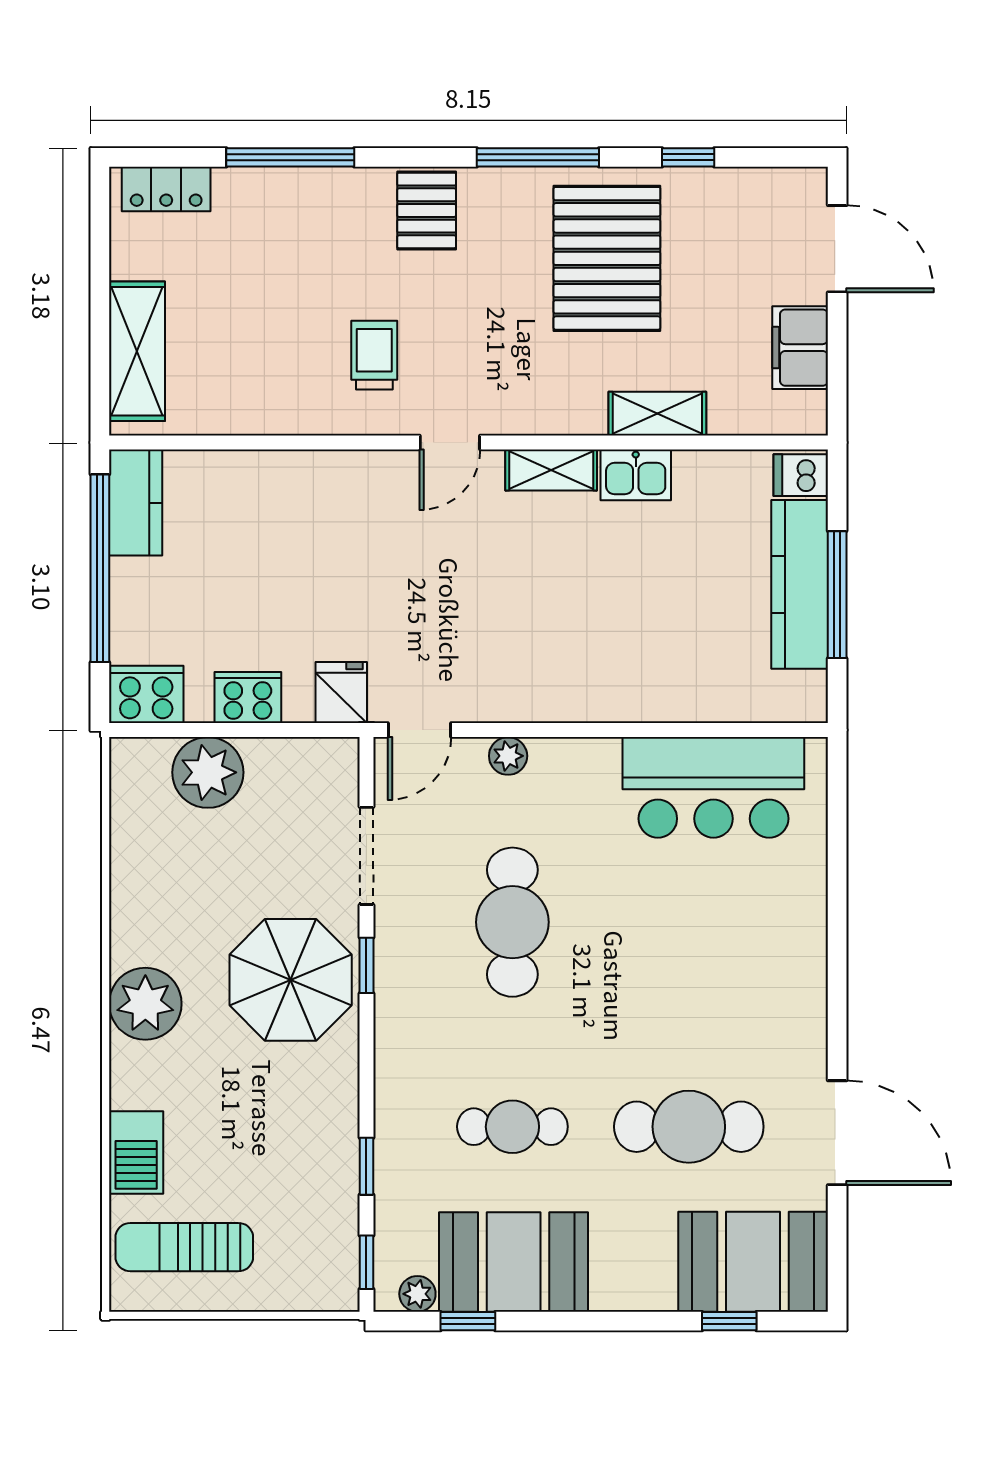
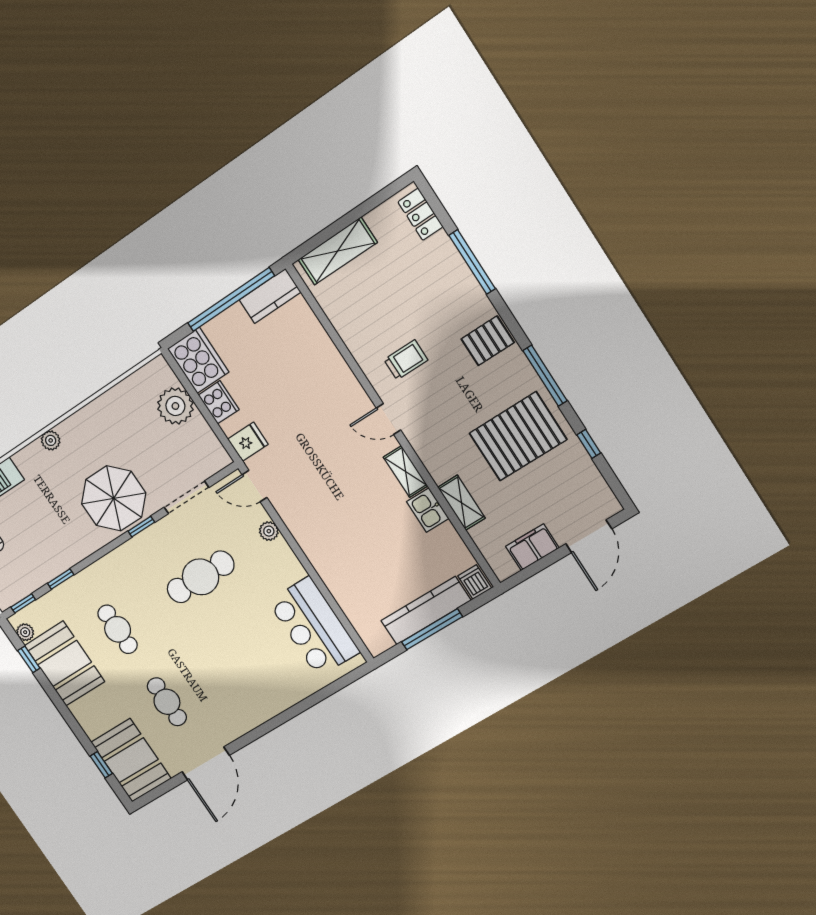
cooker: (146, 694) -> (198, 360), width x1.37, depth x1.31
plant: (145, 1004) -> (51, 440), width x0.53, depth x0.53
cafe table: (689, 1127) -> (167, 702), width x0.73, depth x0.74

